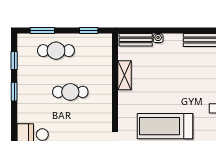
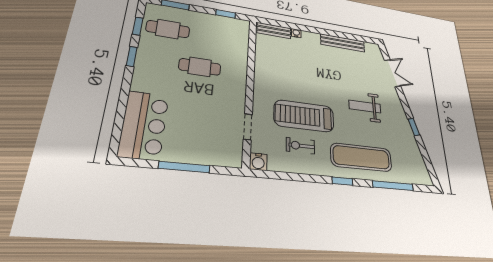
cafe table: (56, 51) -> (168, 29), moved
shelving: (125, 75) -> (261, 60), removed

